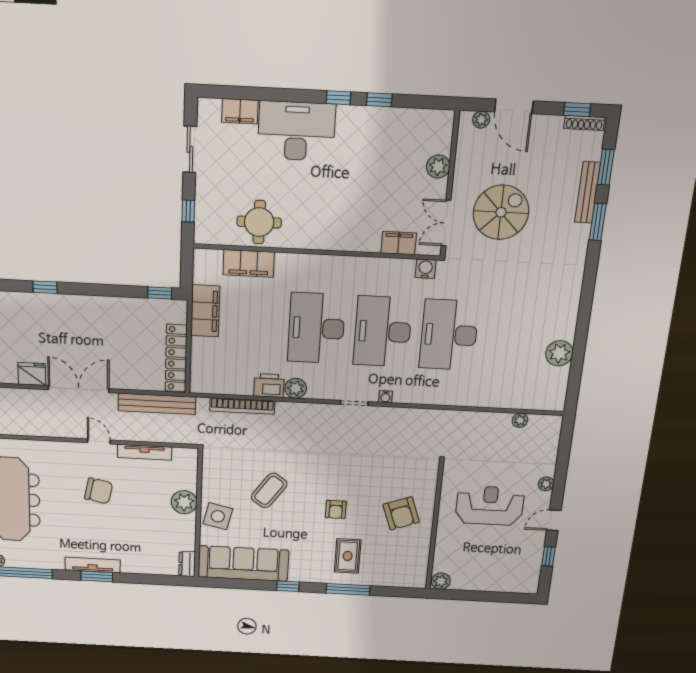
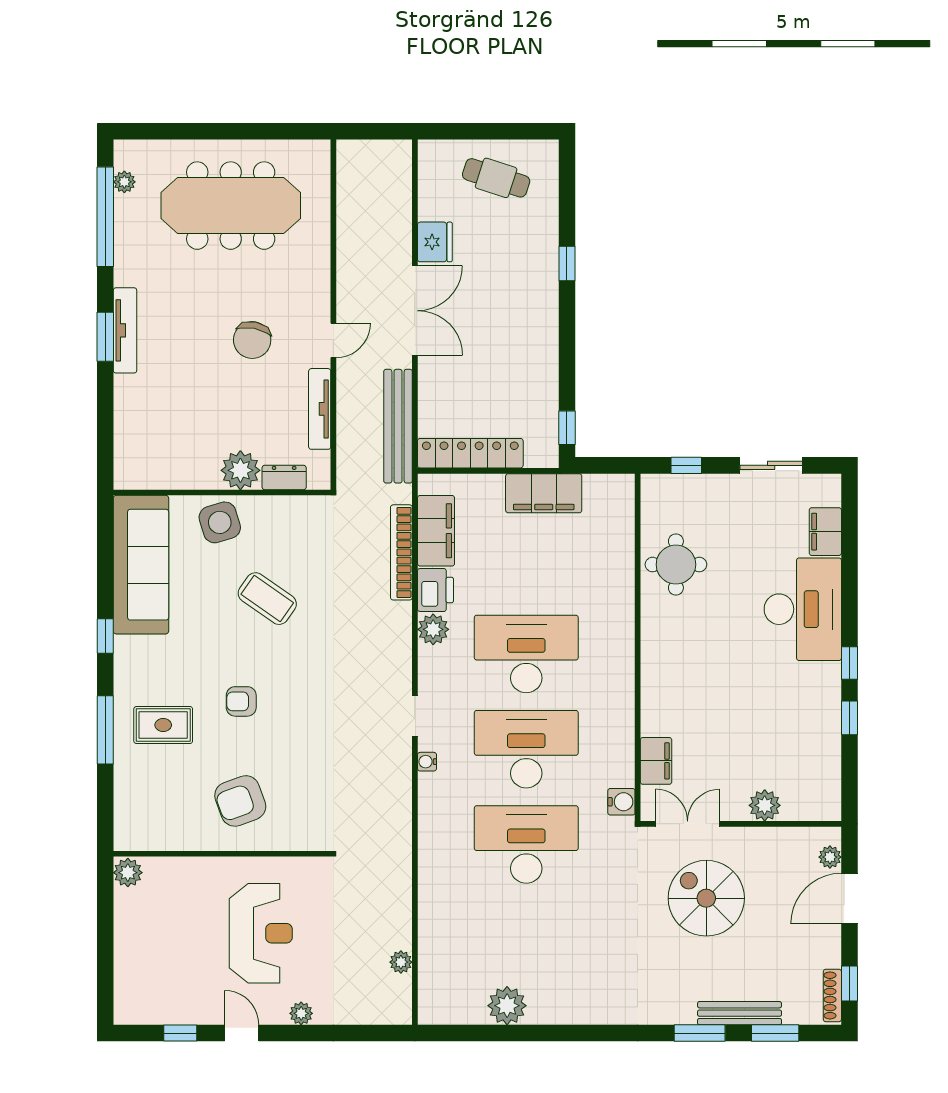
spiral stairs: (501, 212) -> (706, 898), turned 180
filing cabinet: (249, 263) -> (436, 531), moved, turned 180
side table: (218, 516) -> (220, 522), turned -30
dresser: (187, 564) -> (284, 477), moved

